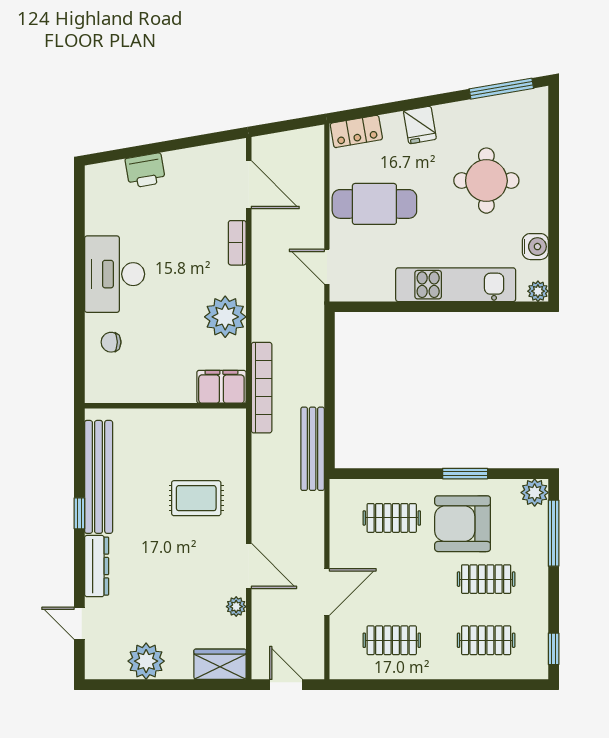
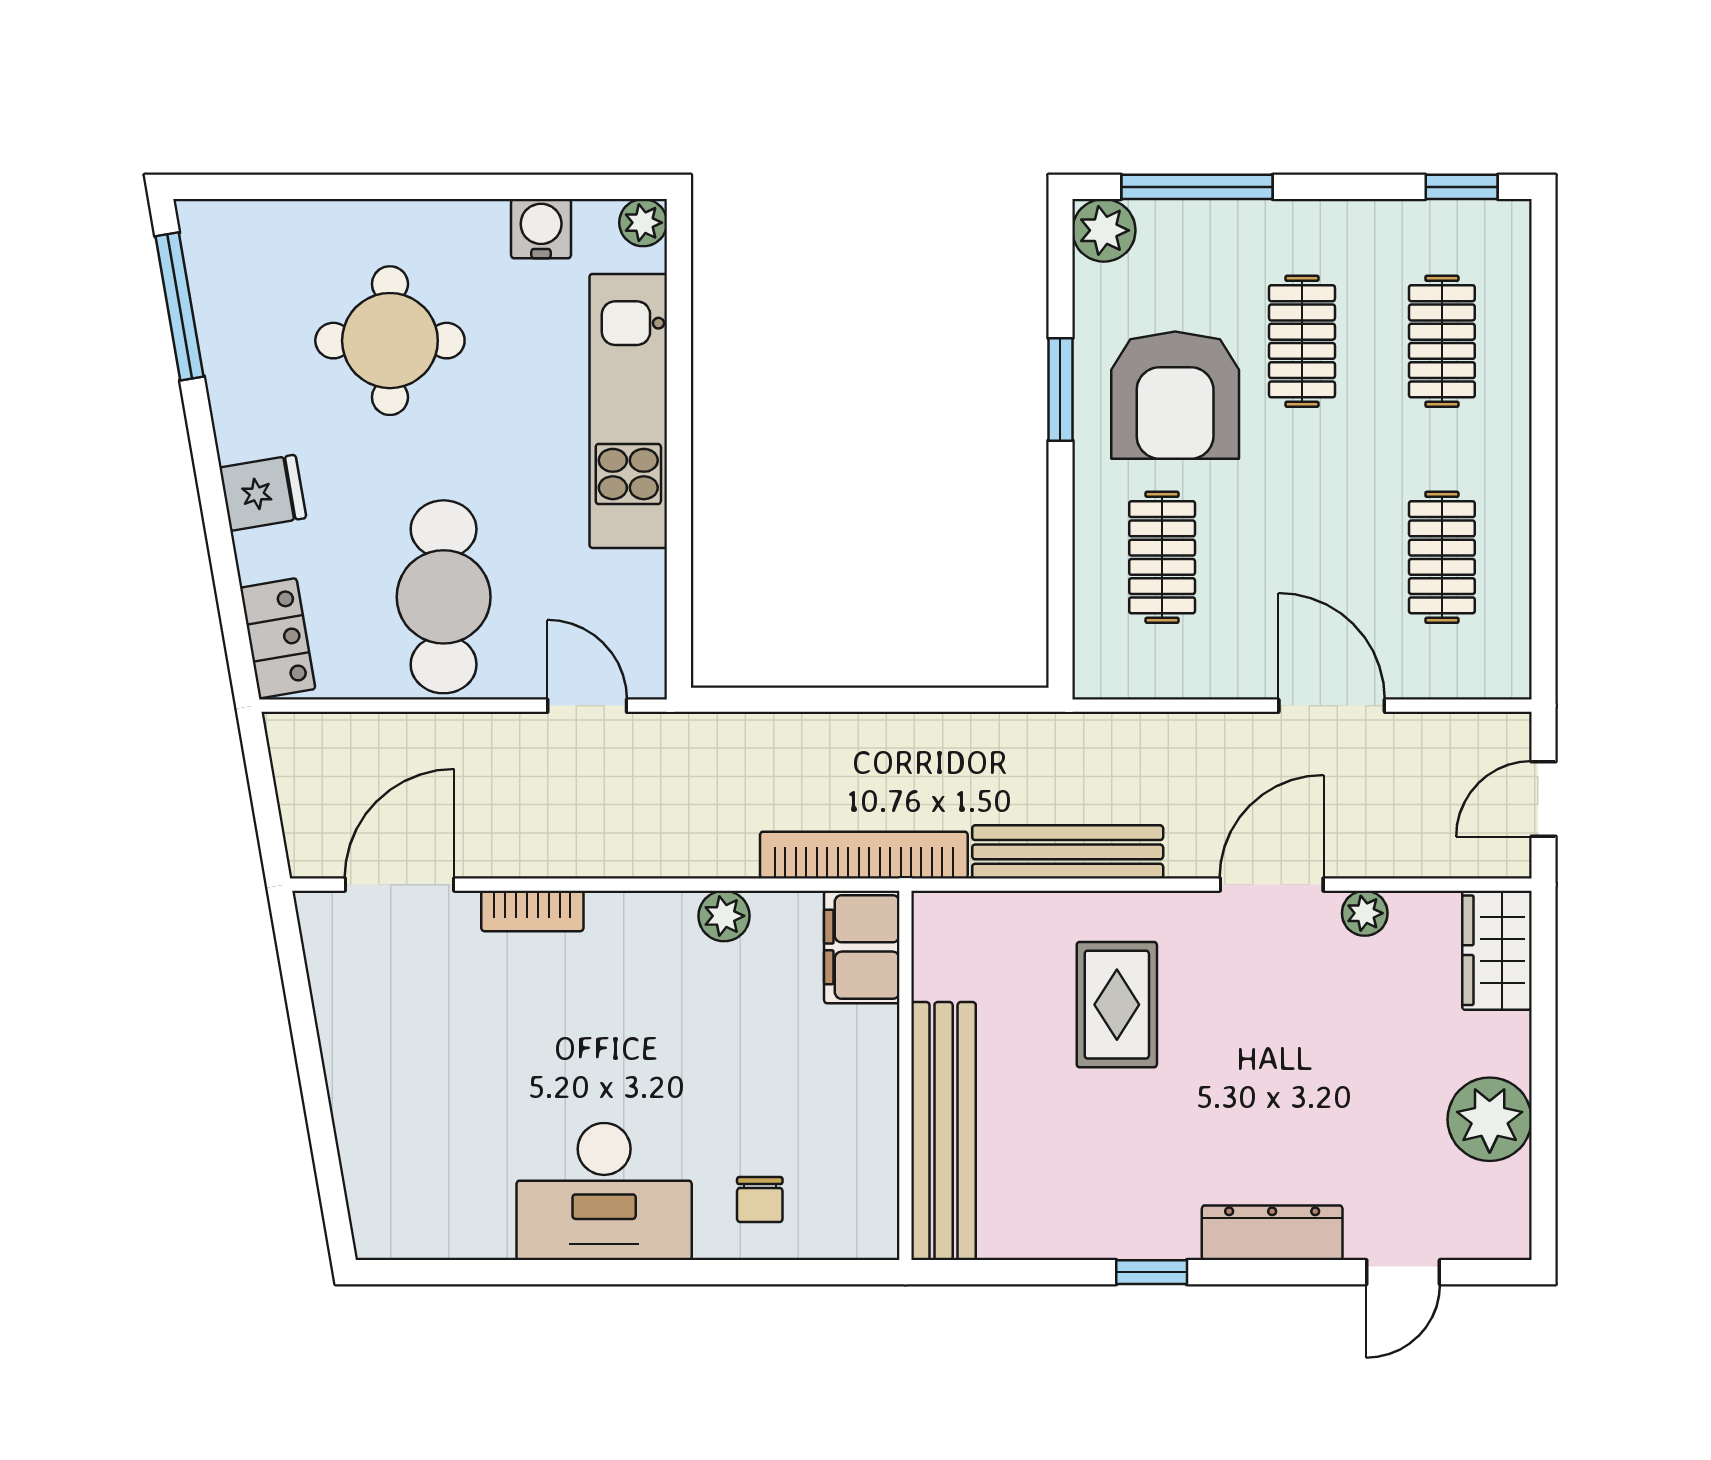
printer: (145, 170) -> (367, 1121), removed
door: (327, 267) -> (587, 706), swing flipped
plant: (225, 317) -> (724, 916), width x0.53, depth x0.53
bench: (313, 449) -> (1068, 852), moved
bench: (99, 477) -> (944, 1131), moved, turned 90

